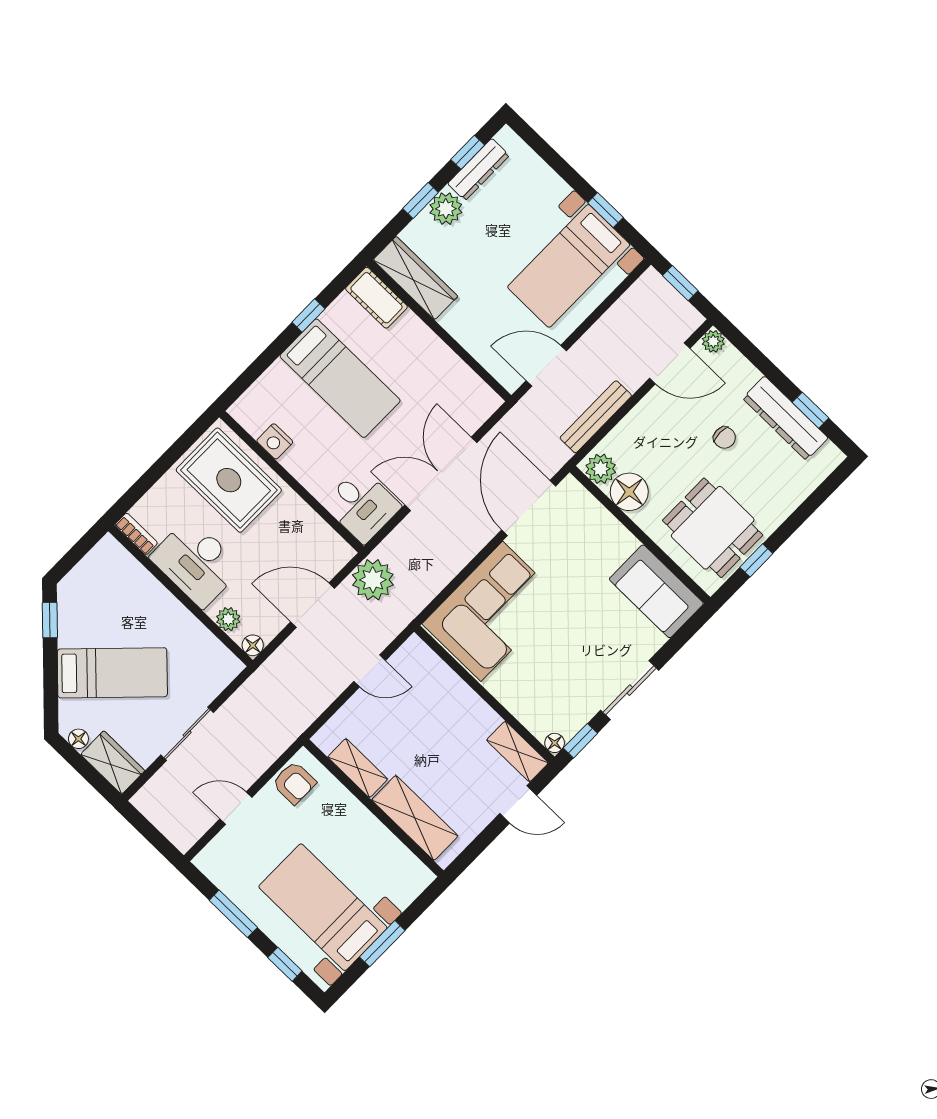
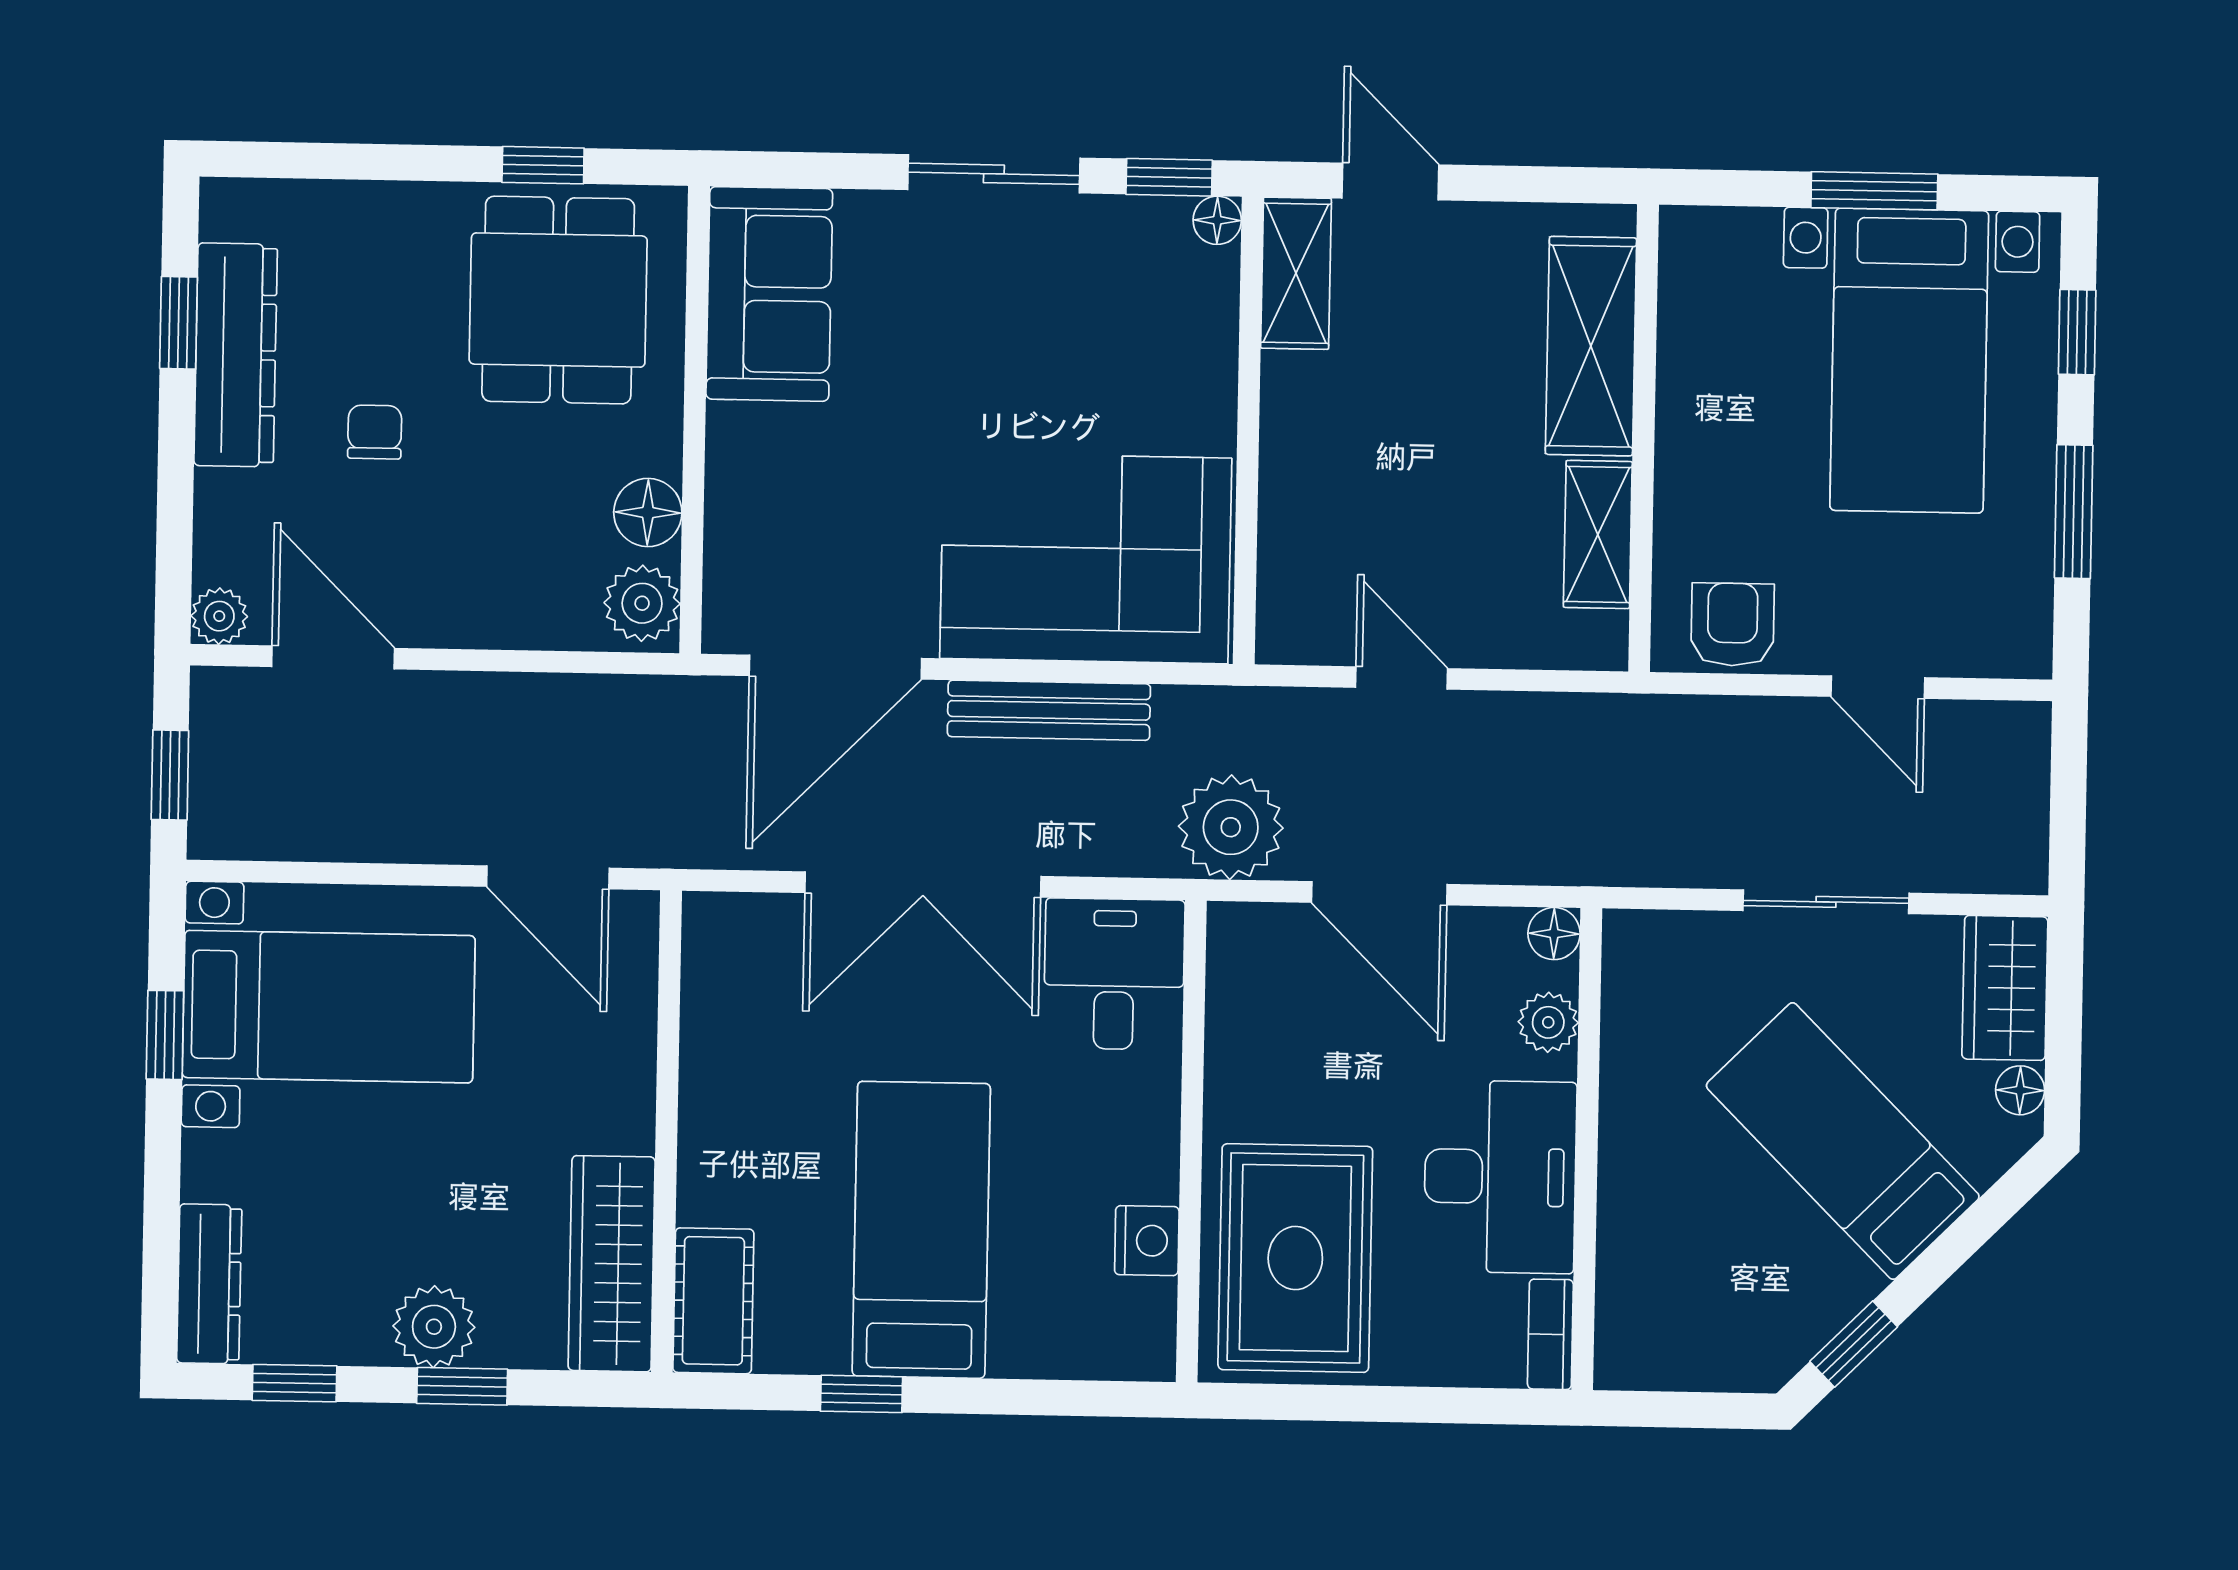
dresser: (478, 169) -> (209, 1284), moved, turned 90
bench: (596, 417) -> (1049, 710), moved
floor lamp: (629, 492) -> (648, 512), width x0.73, depth x0.73

